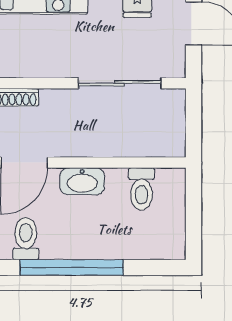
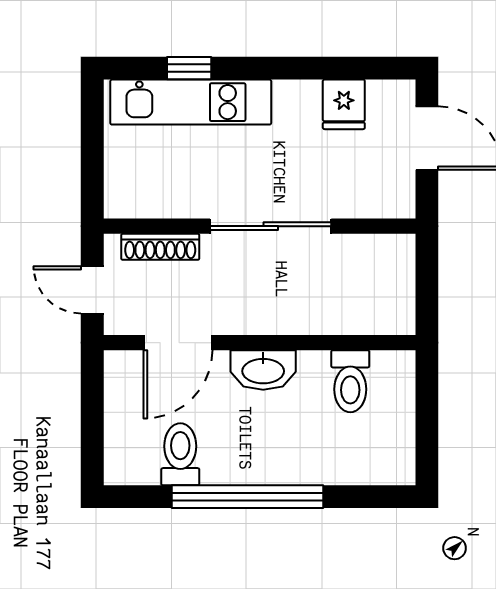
sliding door: (120, 83) -> (271, 226), moved

